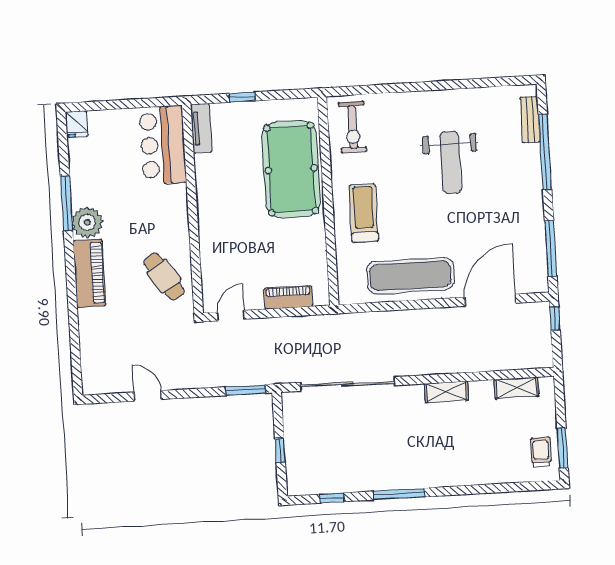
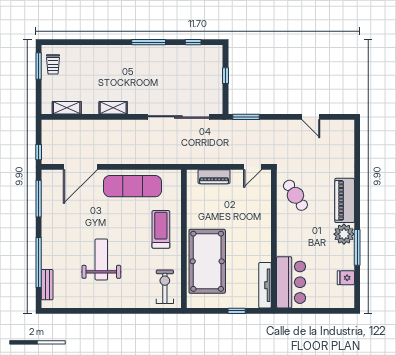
fridge: (77, 124) -> (346, 278), moved, turned -90
tv unit: (201, 128) -> (265, 285), width x1.41
treadmill: (364, 213) -> (161, 229), turned 180

